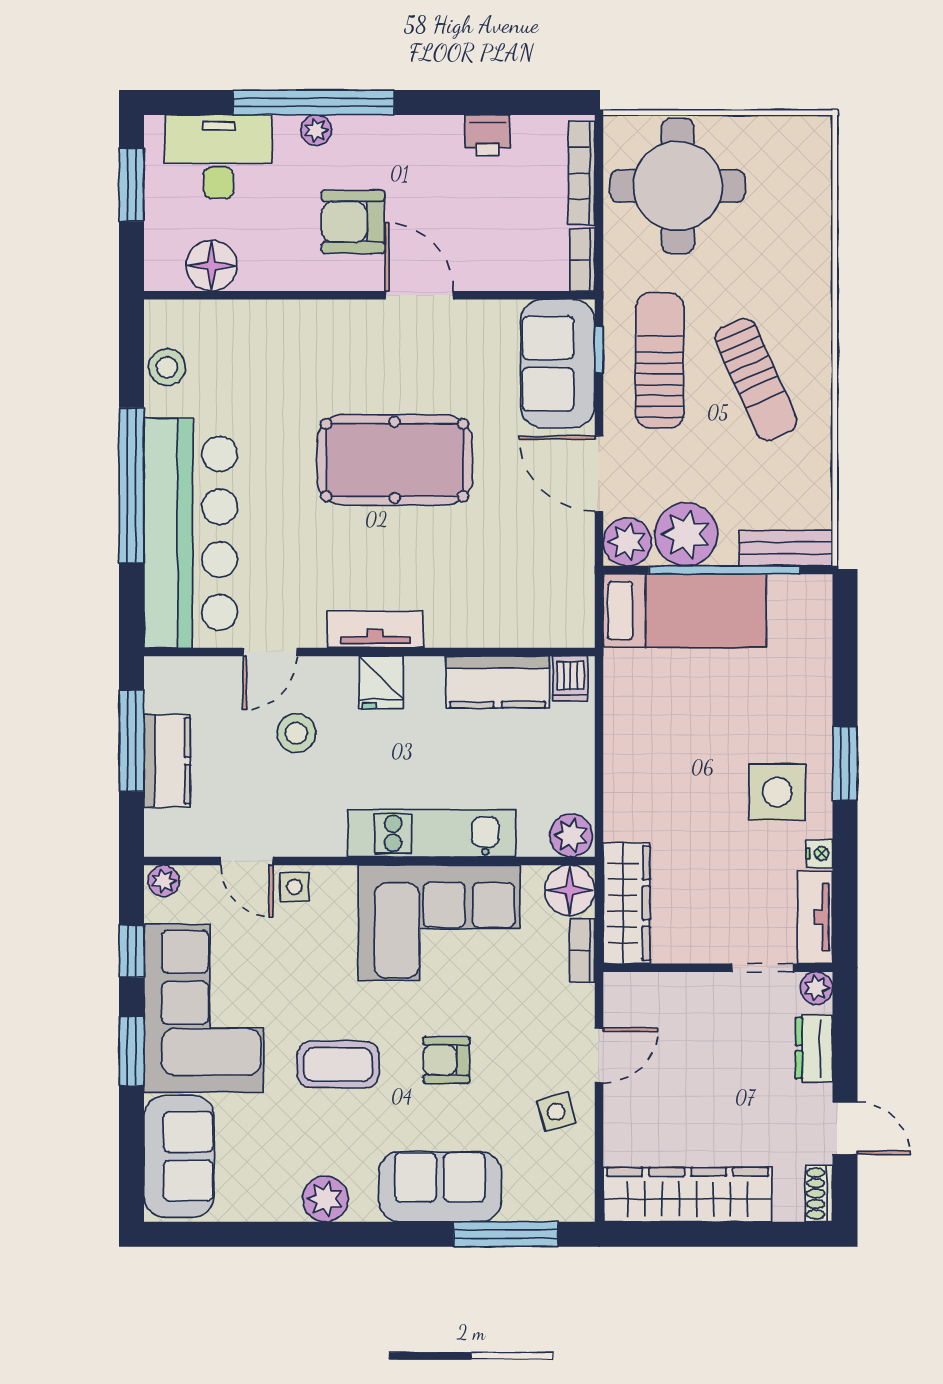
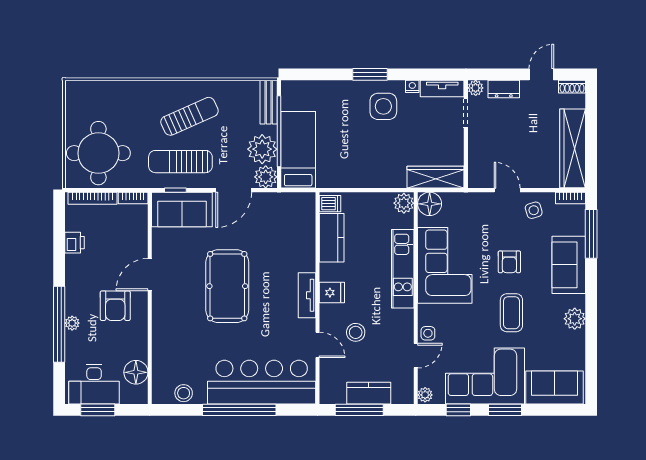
desk: (219, 157) -> (94, 384), moved, turned -90
bookcase: (582, 950) -> (571, 198), moved

